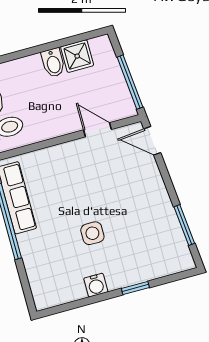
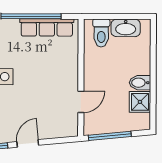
door: (152, 141) -> (28, 143), moved

